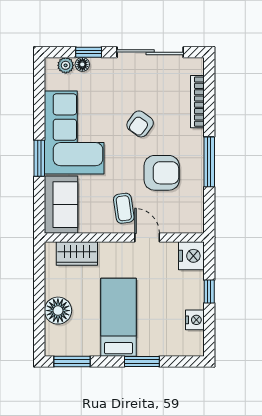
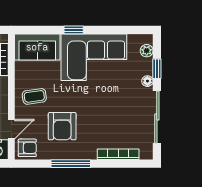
floor lamp: (82, 64) -> (147, 81), moved
armchair: (140, 124) -> (27, 148), moved, turned 144
window: (39, 158) -> (74, 30), width x0.67
door: (147, 238) -> (11, 129), moved

